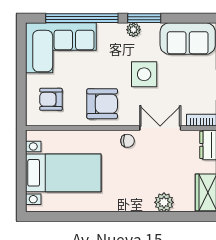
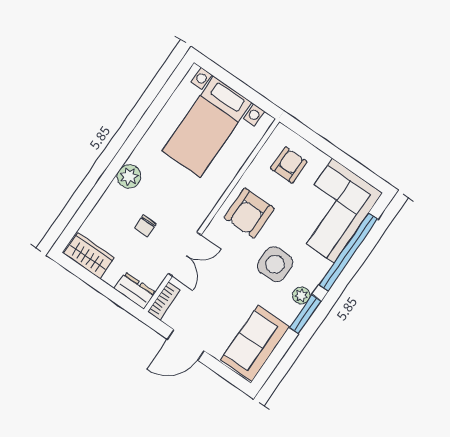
side table: (144, 74) -> (275, 264), moved
chair: (127, 141) -> (145, 226), moved
plant: (164, 202) -> (129, 176), moved

